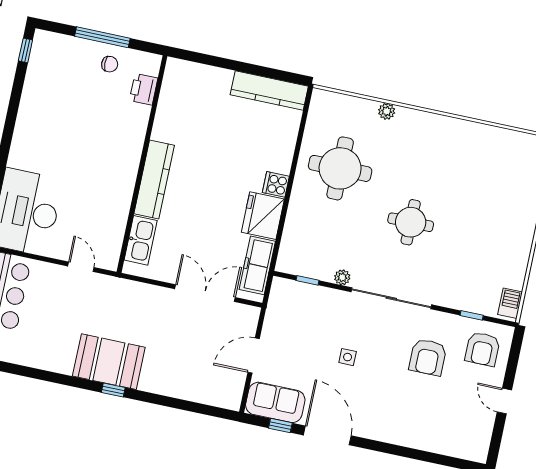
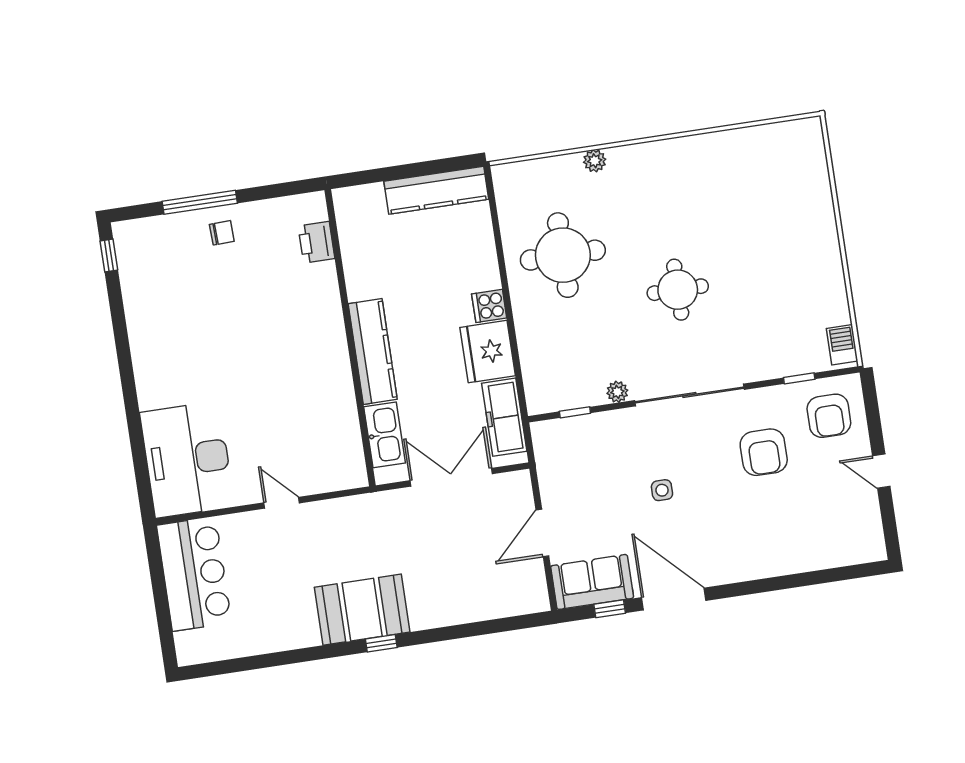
printer: (144, 89) -> (316, 242), moved
wall: (142, 164) -> (350, 338), moved
kitchen counter: (154, 179) -> (373, 352), moved
kitchen sink: (141, 240) -> (385, 435), moved

